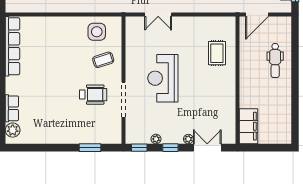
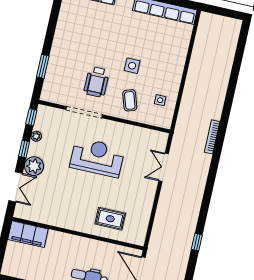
side table: (97, 32) -> (160, 100), width x0.54, depth x0.54
side table: (71, 65) -> (132, 66), added
plant: (188, 139) -> (34, 166), width x1.87, depth x1.87

